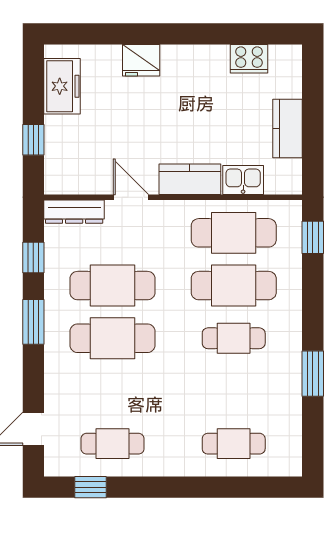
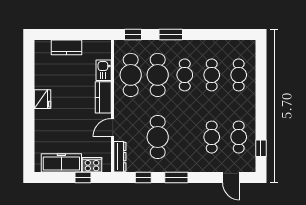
cooker: (249, 59) -> (92, 165), moved, turned -90
fridge: (141, 60) -> (42, 99), moved
freezer: (62, 86) -> (61, 163), width x1.40
kitchen counter: (288, 129) -> (66, 47), moved
cafe table: (113, 338) -> (212, 137), moved, width x0.73, depth x0.74
window: (313, 374) -> (171, 34), moved
cafe table: (234, 391) -> (212, 75), added

